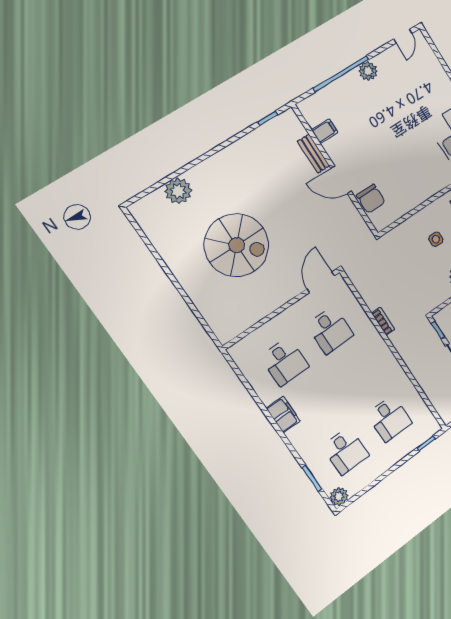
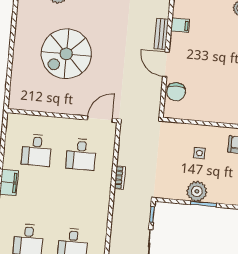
spiral stairs: (237, 245) -> (66, 54), turned 90

